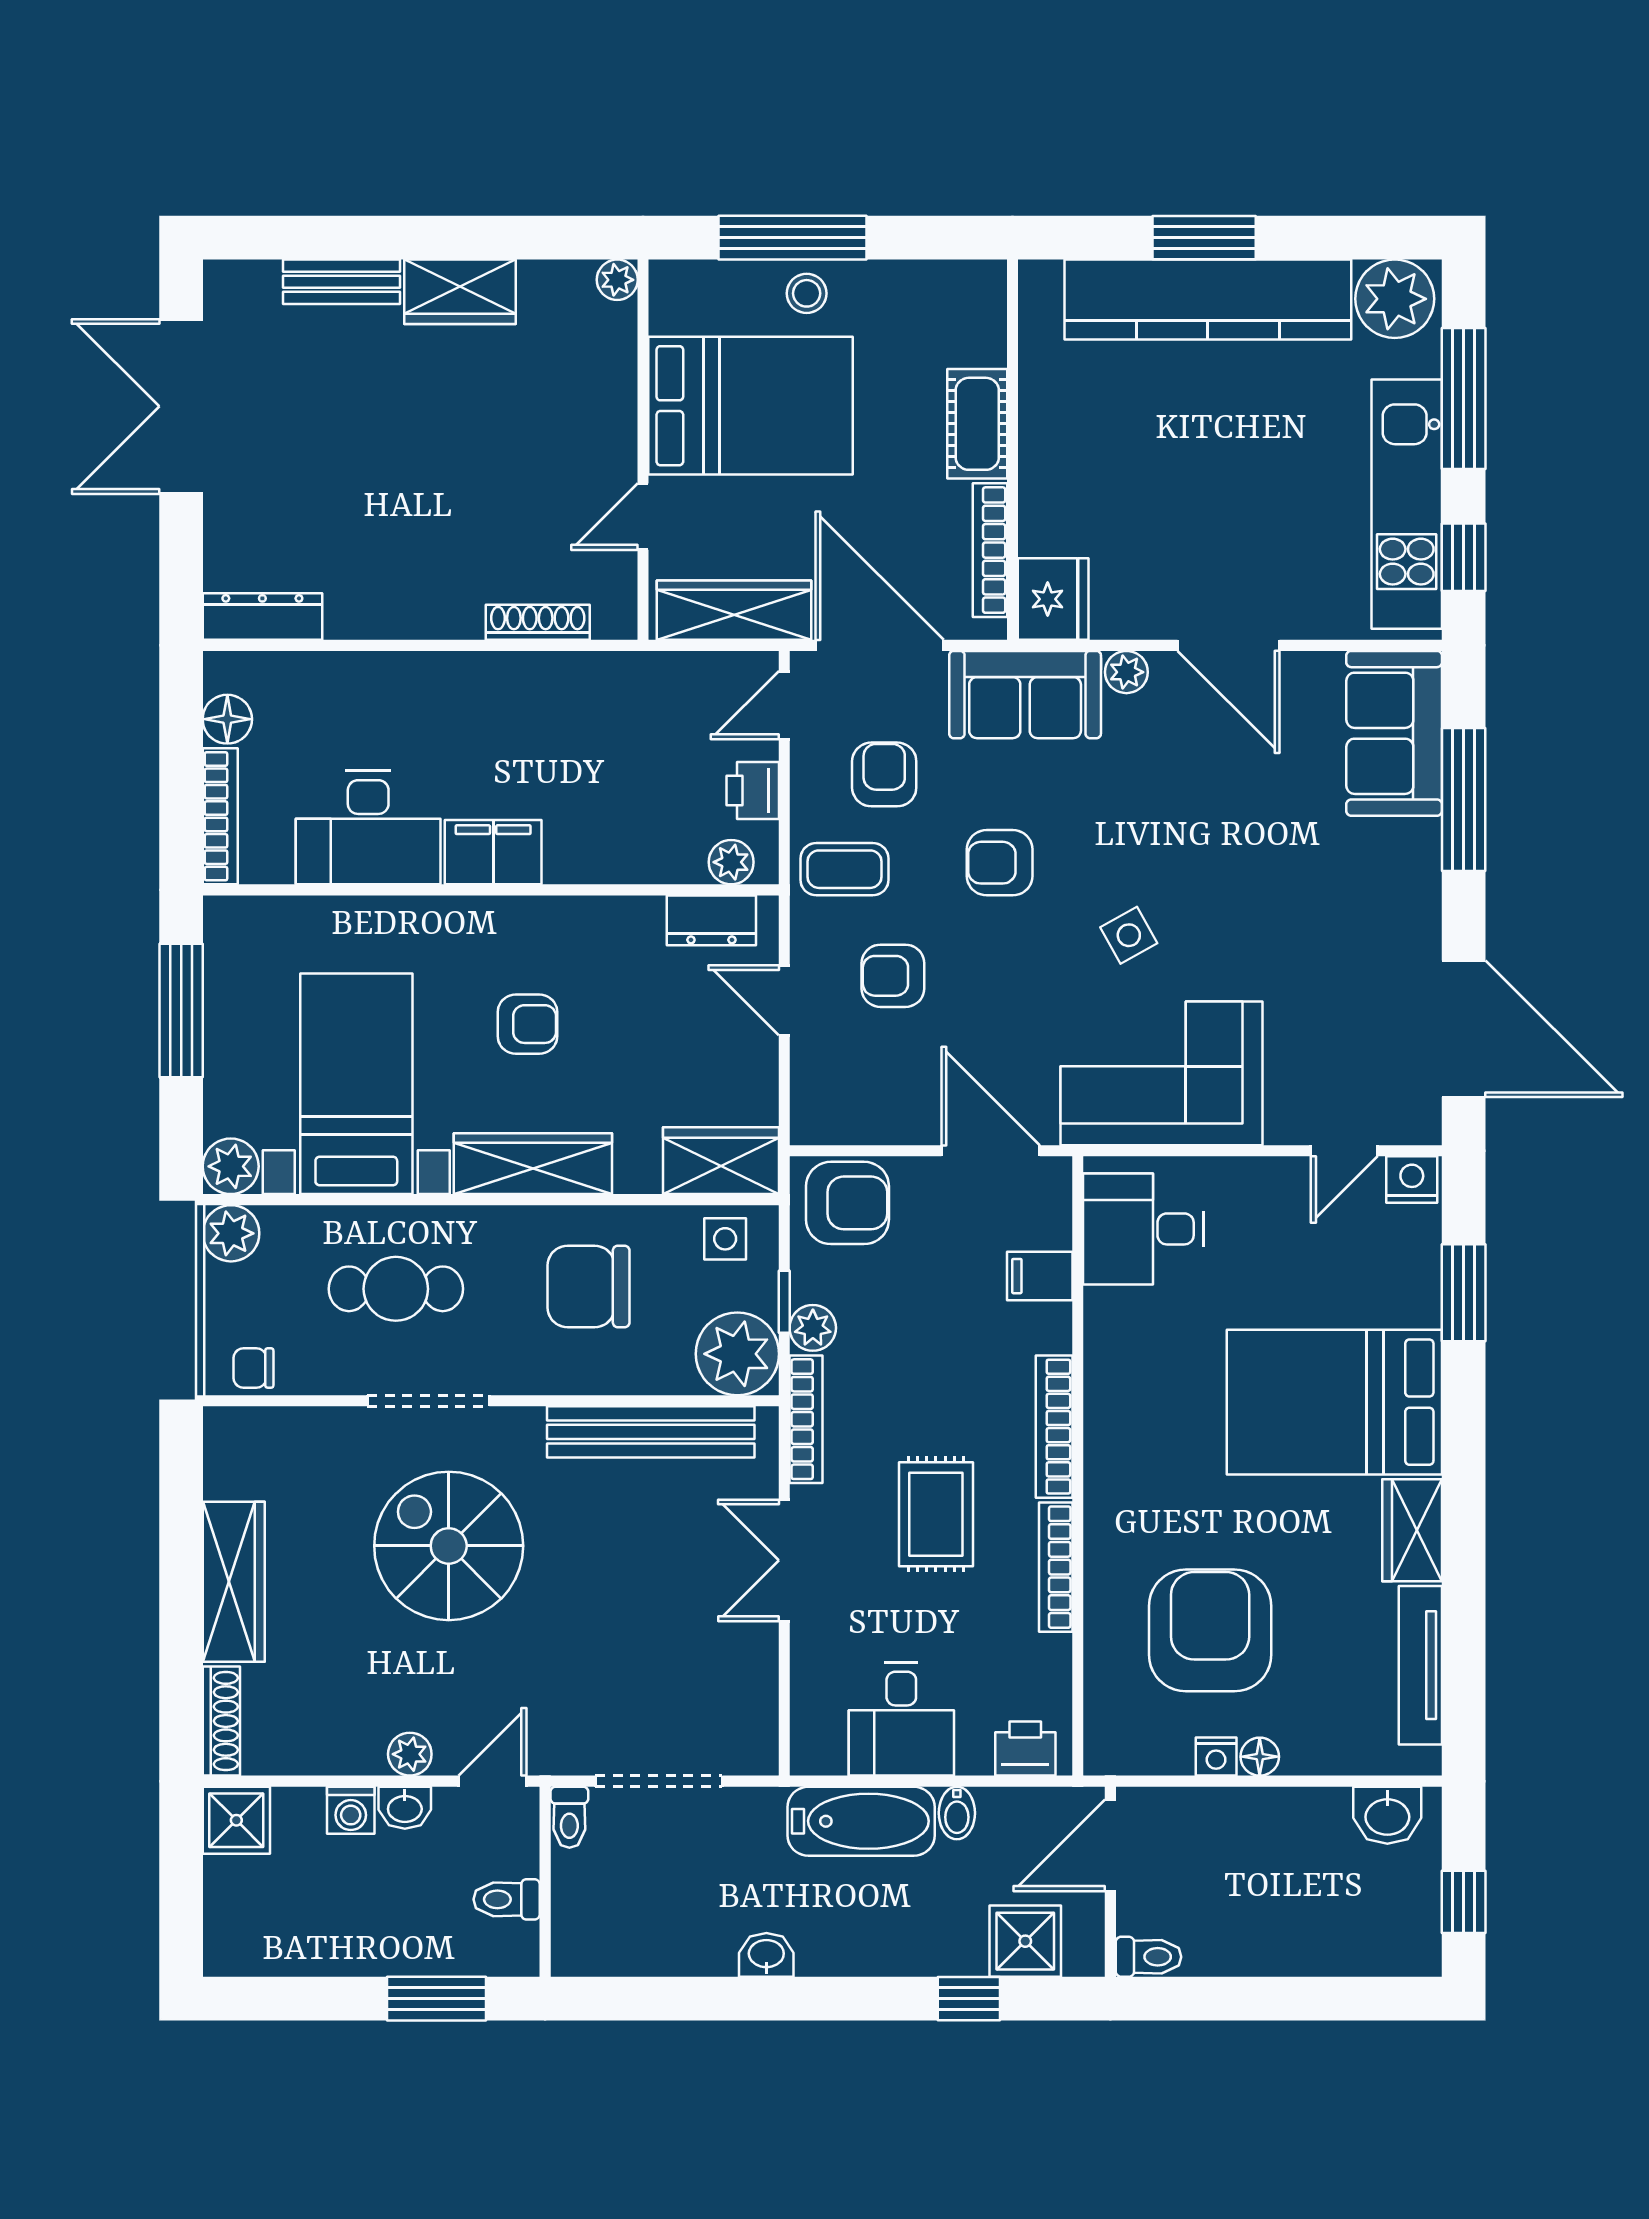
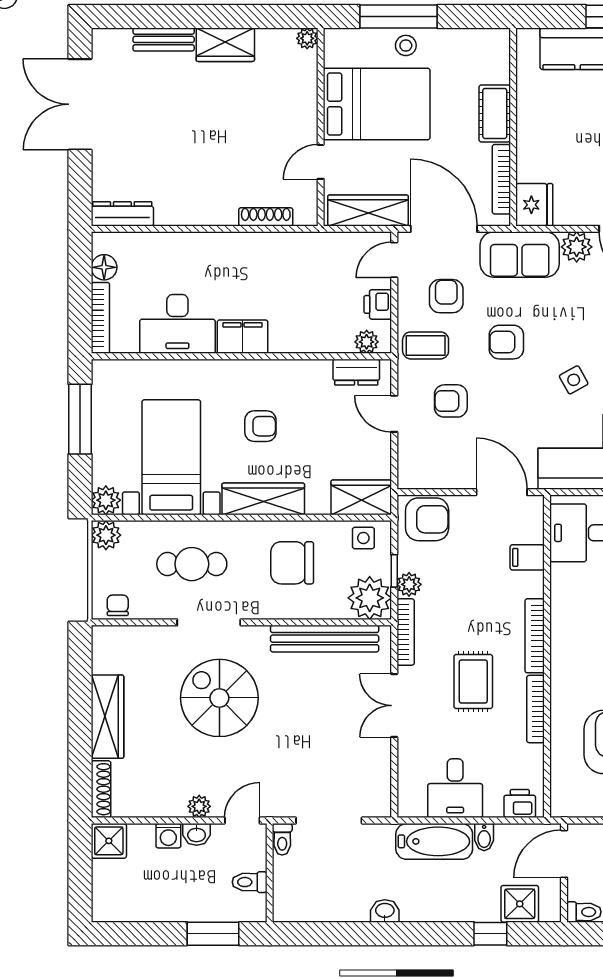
plant: (1126, 672) -> (577, 247), width x1.38, depth x1.38
chair: (253, 1368) -> (118, 605), turned 90

